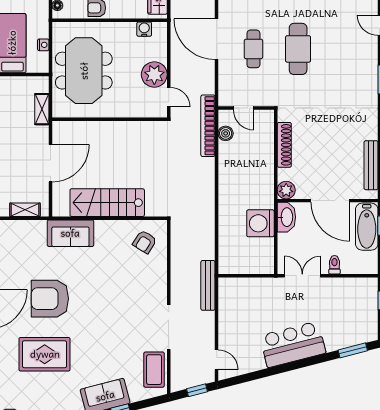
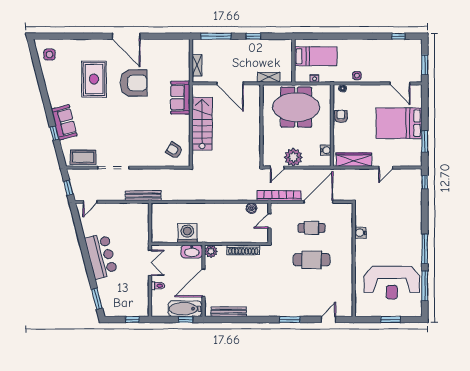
bookcase: (208, 126) -> (279, 196), moved
armchair: (50, 299) -> (134, 83), turned 90

